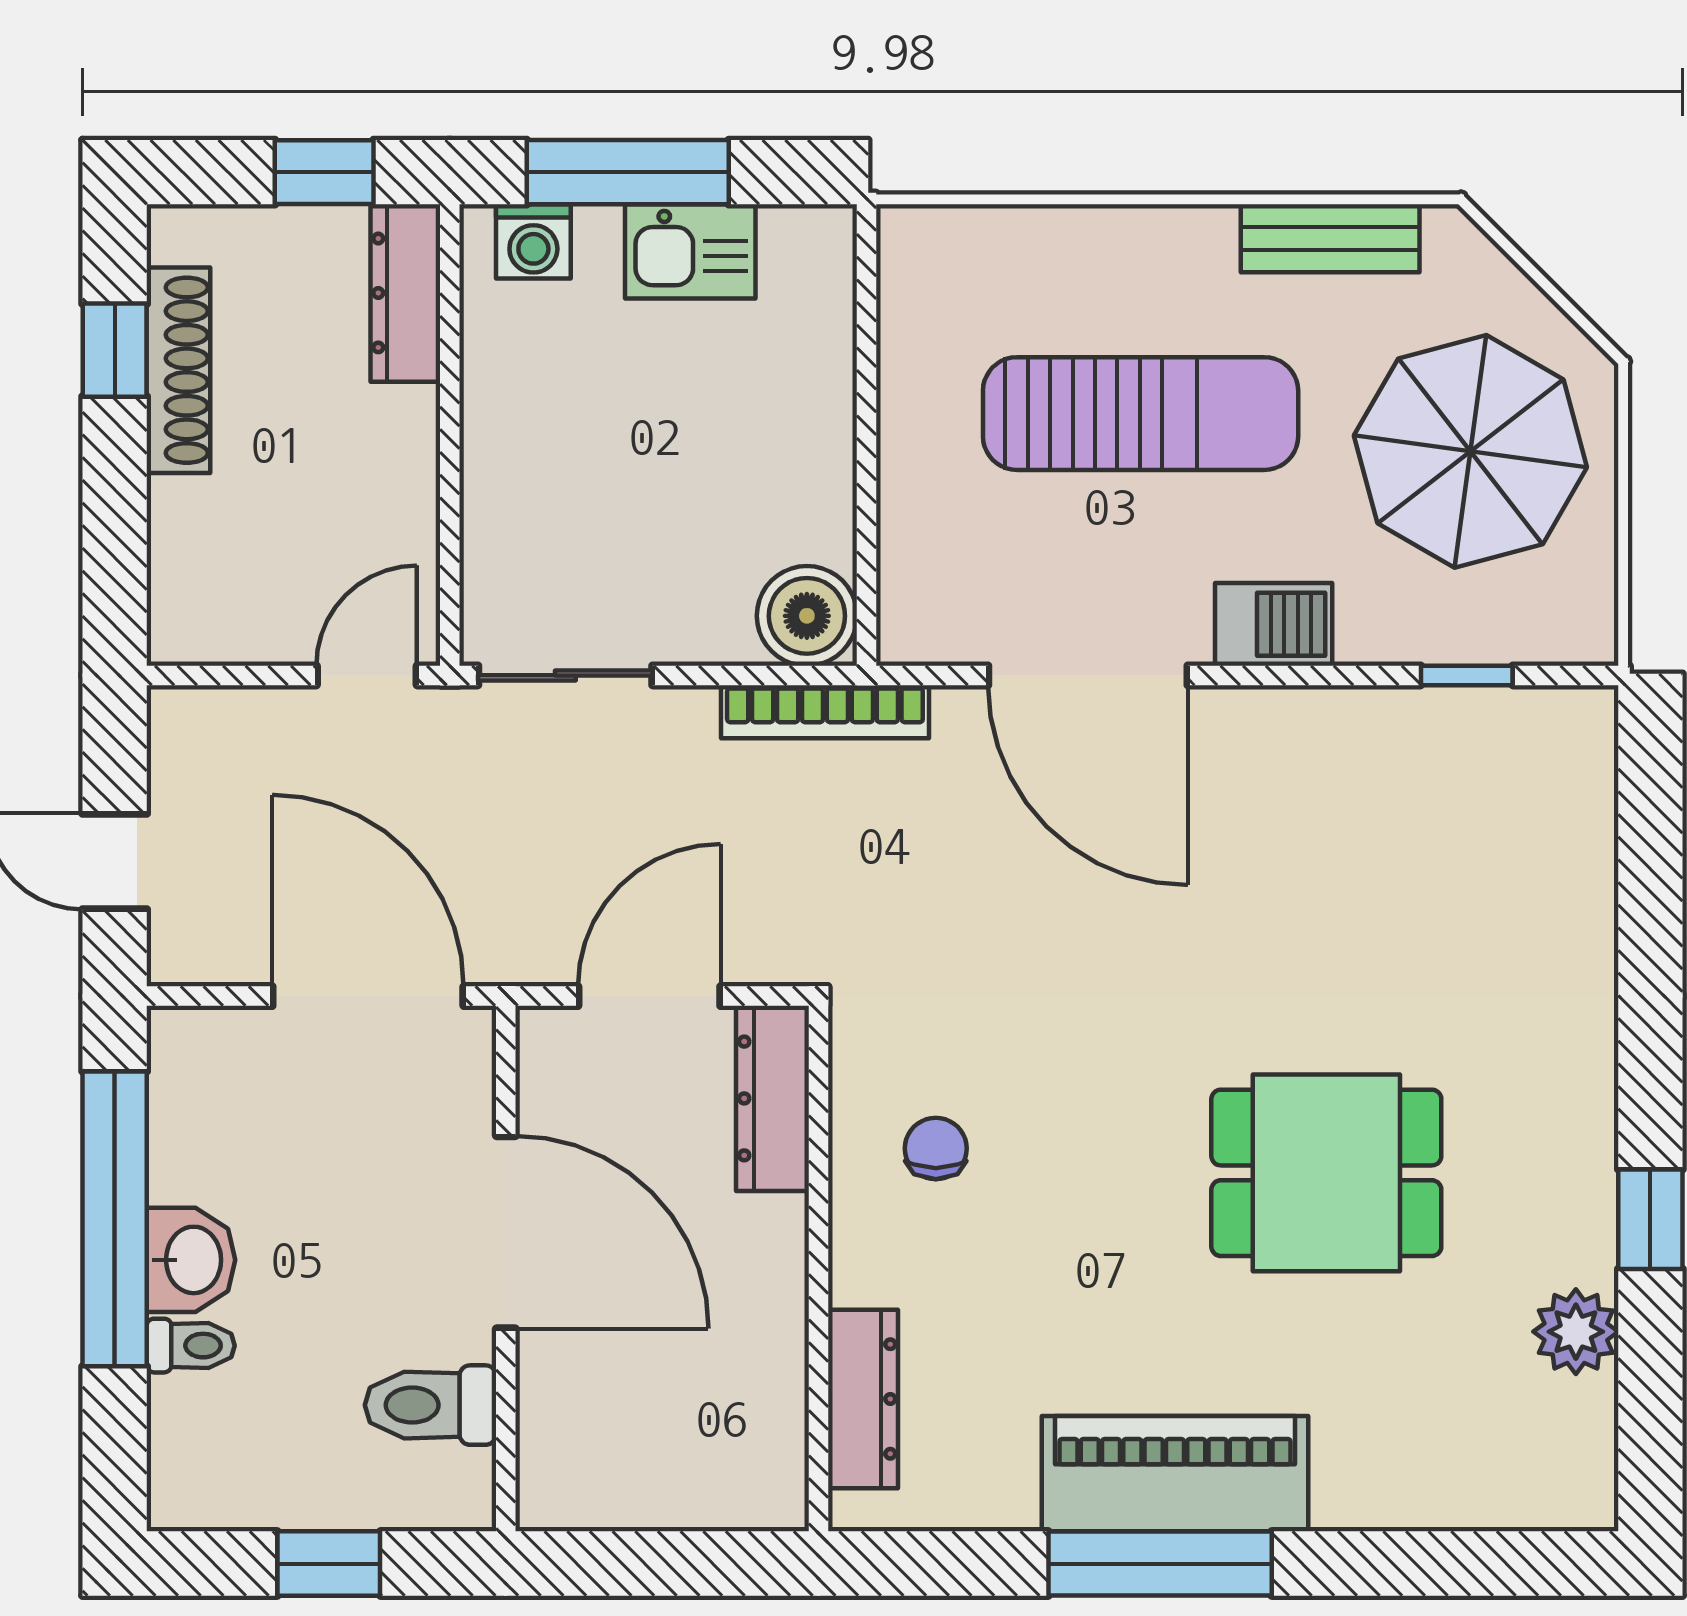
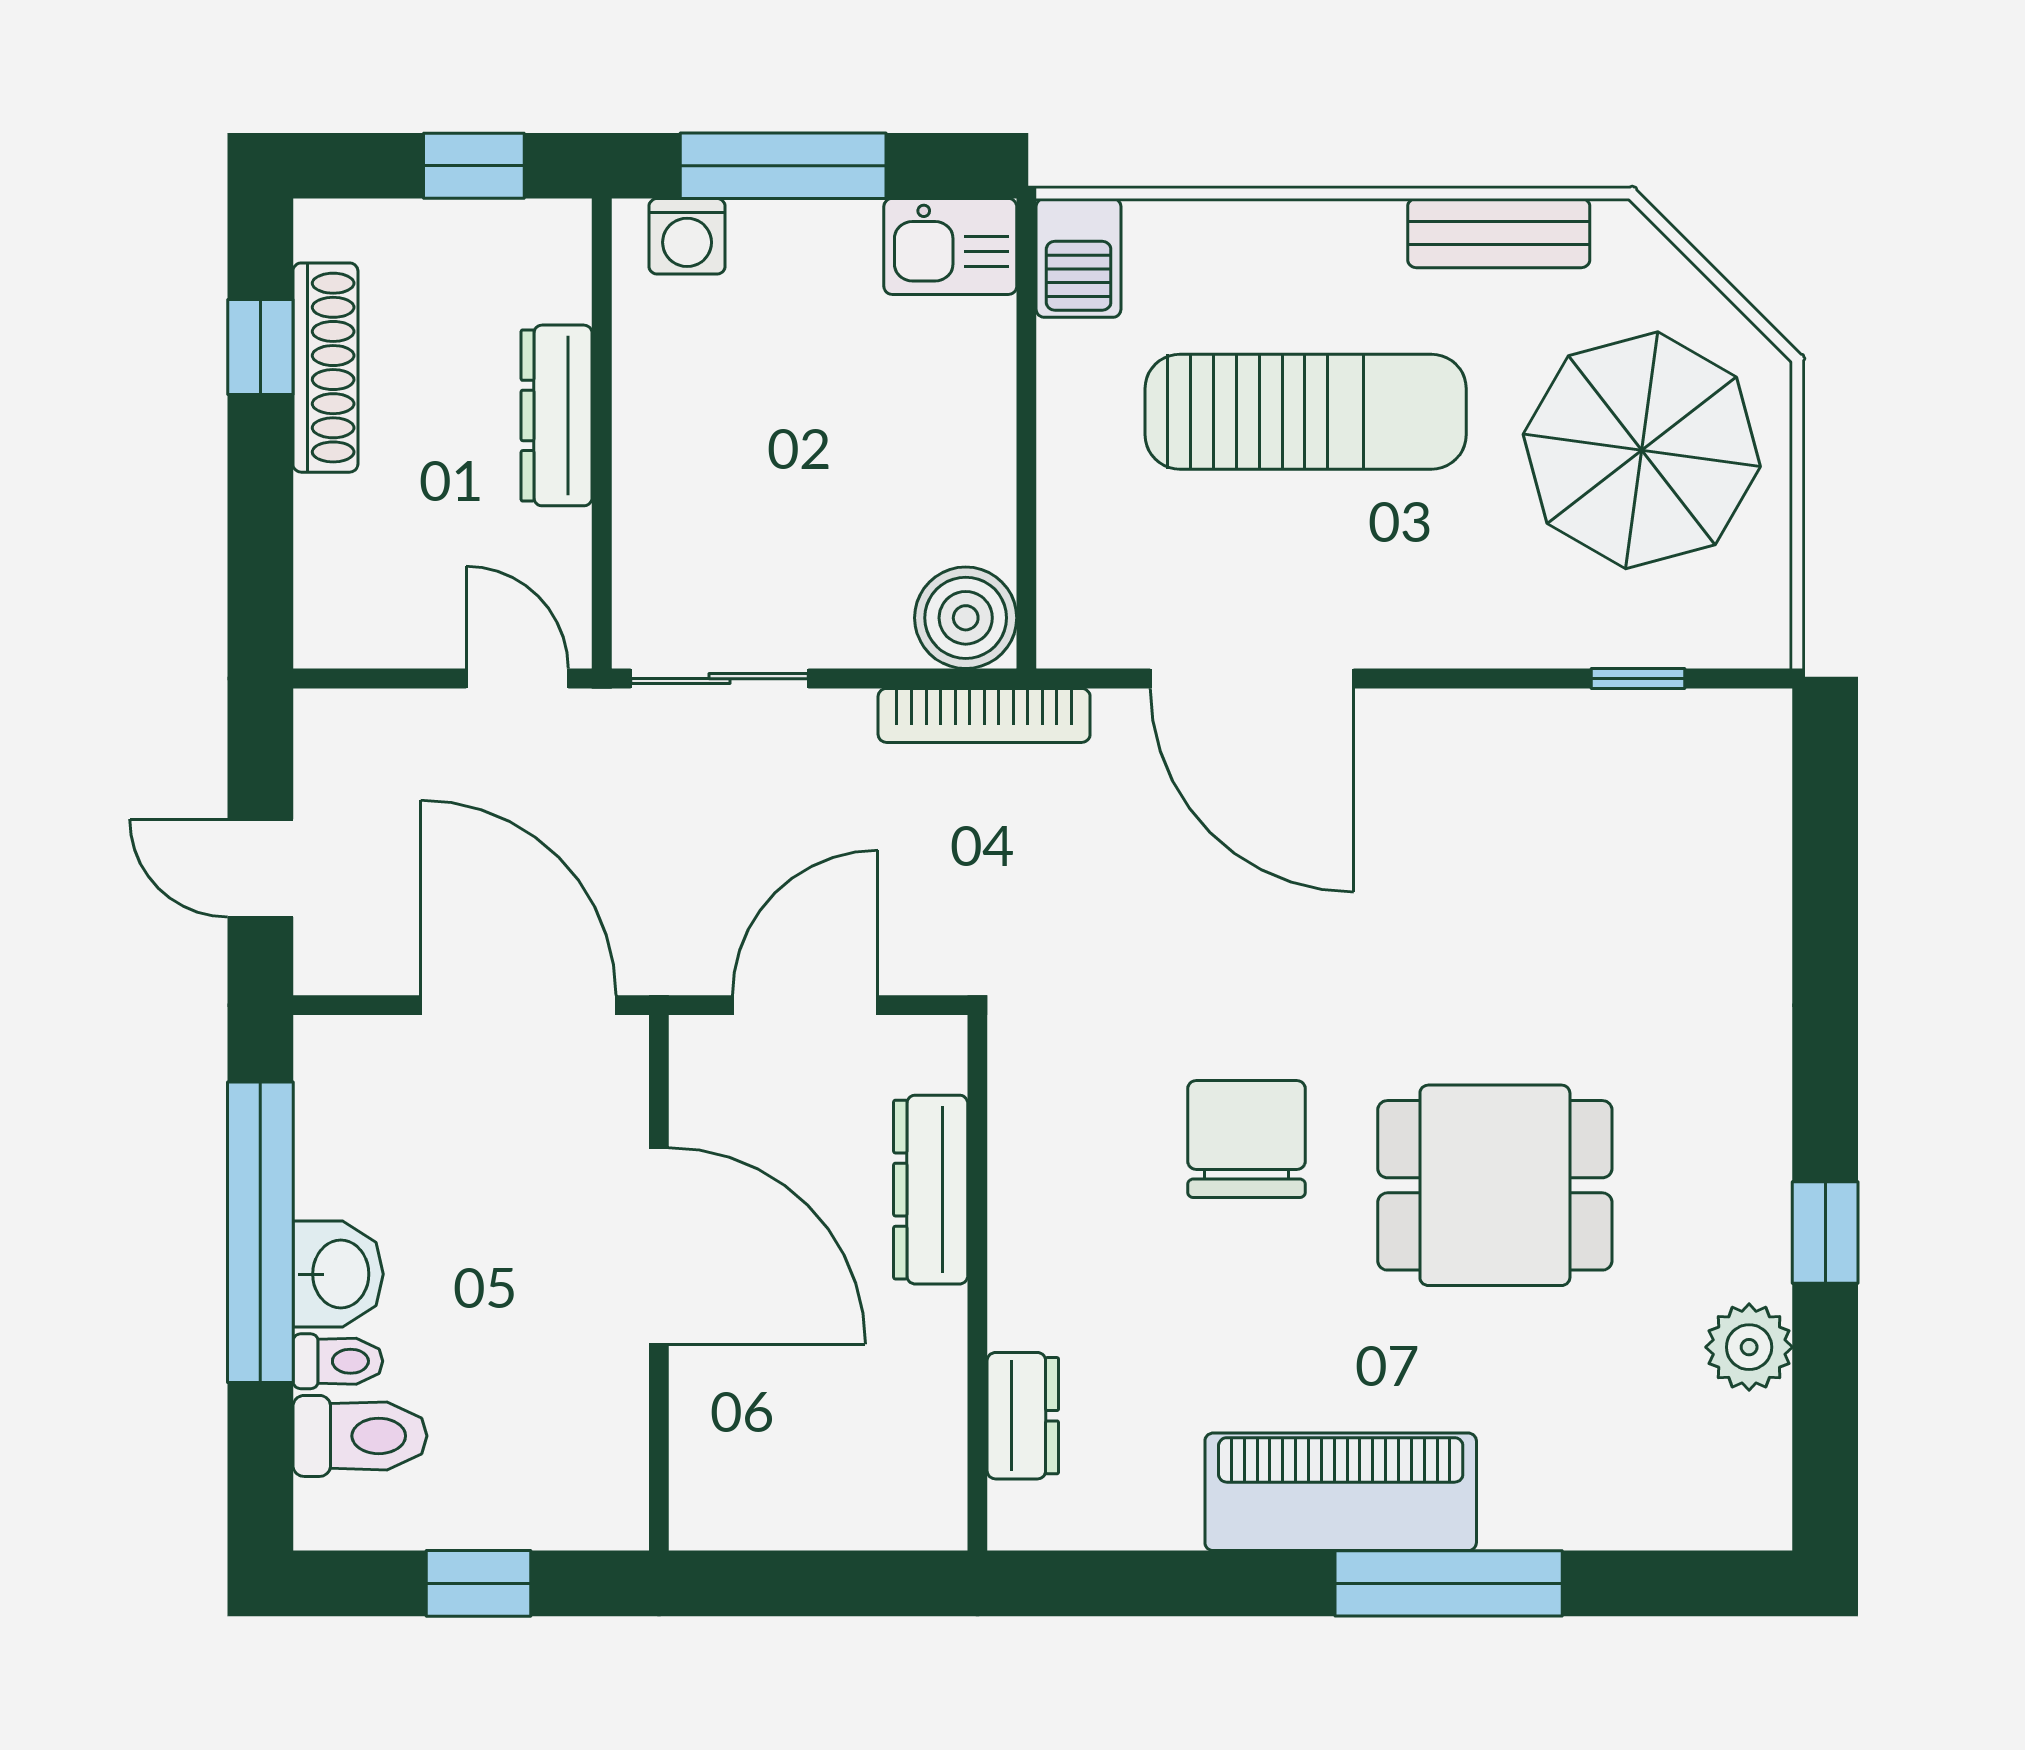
kitchen sink: (690, 251) -> (950, 246), moved
dresser: (405, 293) -> (557, 415), moved
barbecue: (1274, 624) -> (1079, 258), moved, turned 90
door: (367, 675) -> (517, 679), hinge flipped
dresser: (773, 1098) -> (931, 1190), moved
chair: (936, 1148) -> (1246, 1139), moved, width x1.87, depth x1.87
dresser: (863, 1399) -> (1023, 1416), width x0.70
toilet: (431, 1405) -> (360, 1436), moved, turned 180
window: (1160, 1564) -> (1449, 1583), moved

